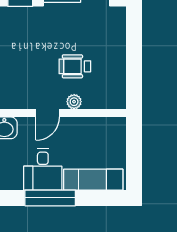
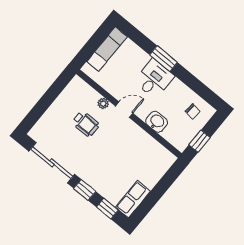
exam couch: (93, 180) -> (107, 49), moved, turned -90
window: (50, 198) -> (164, 59), width x0.69

